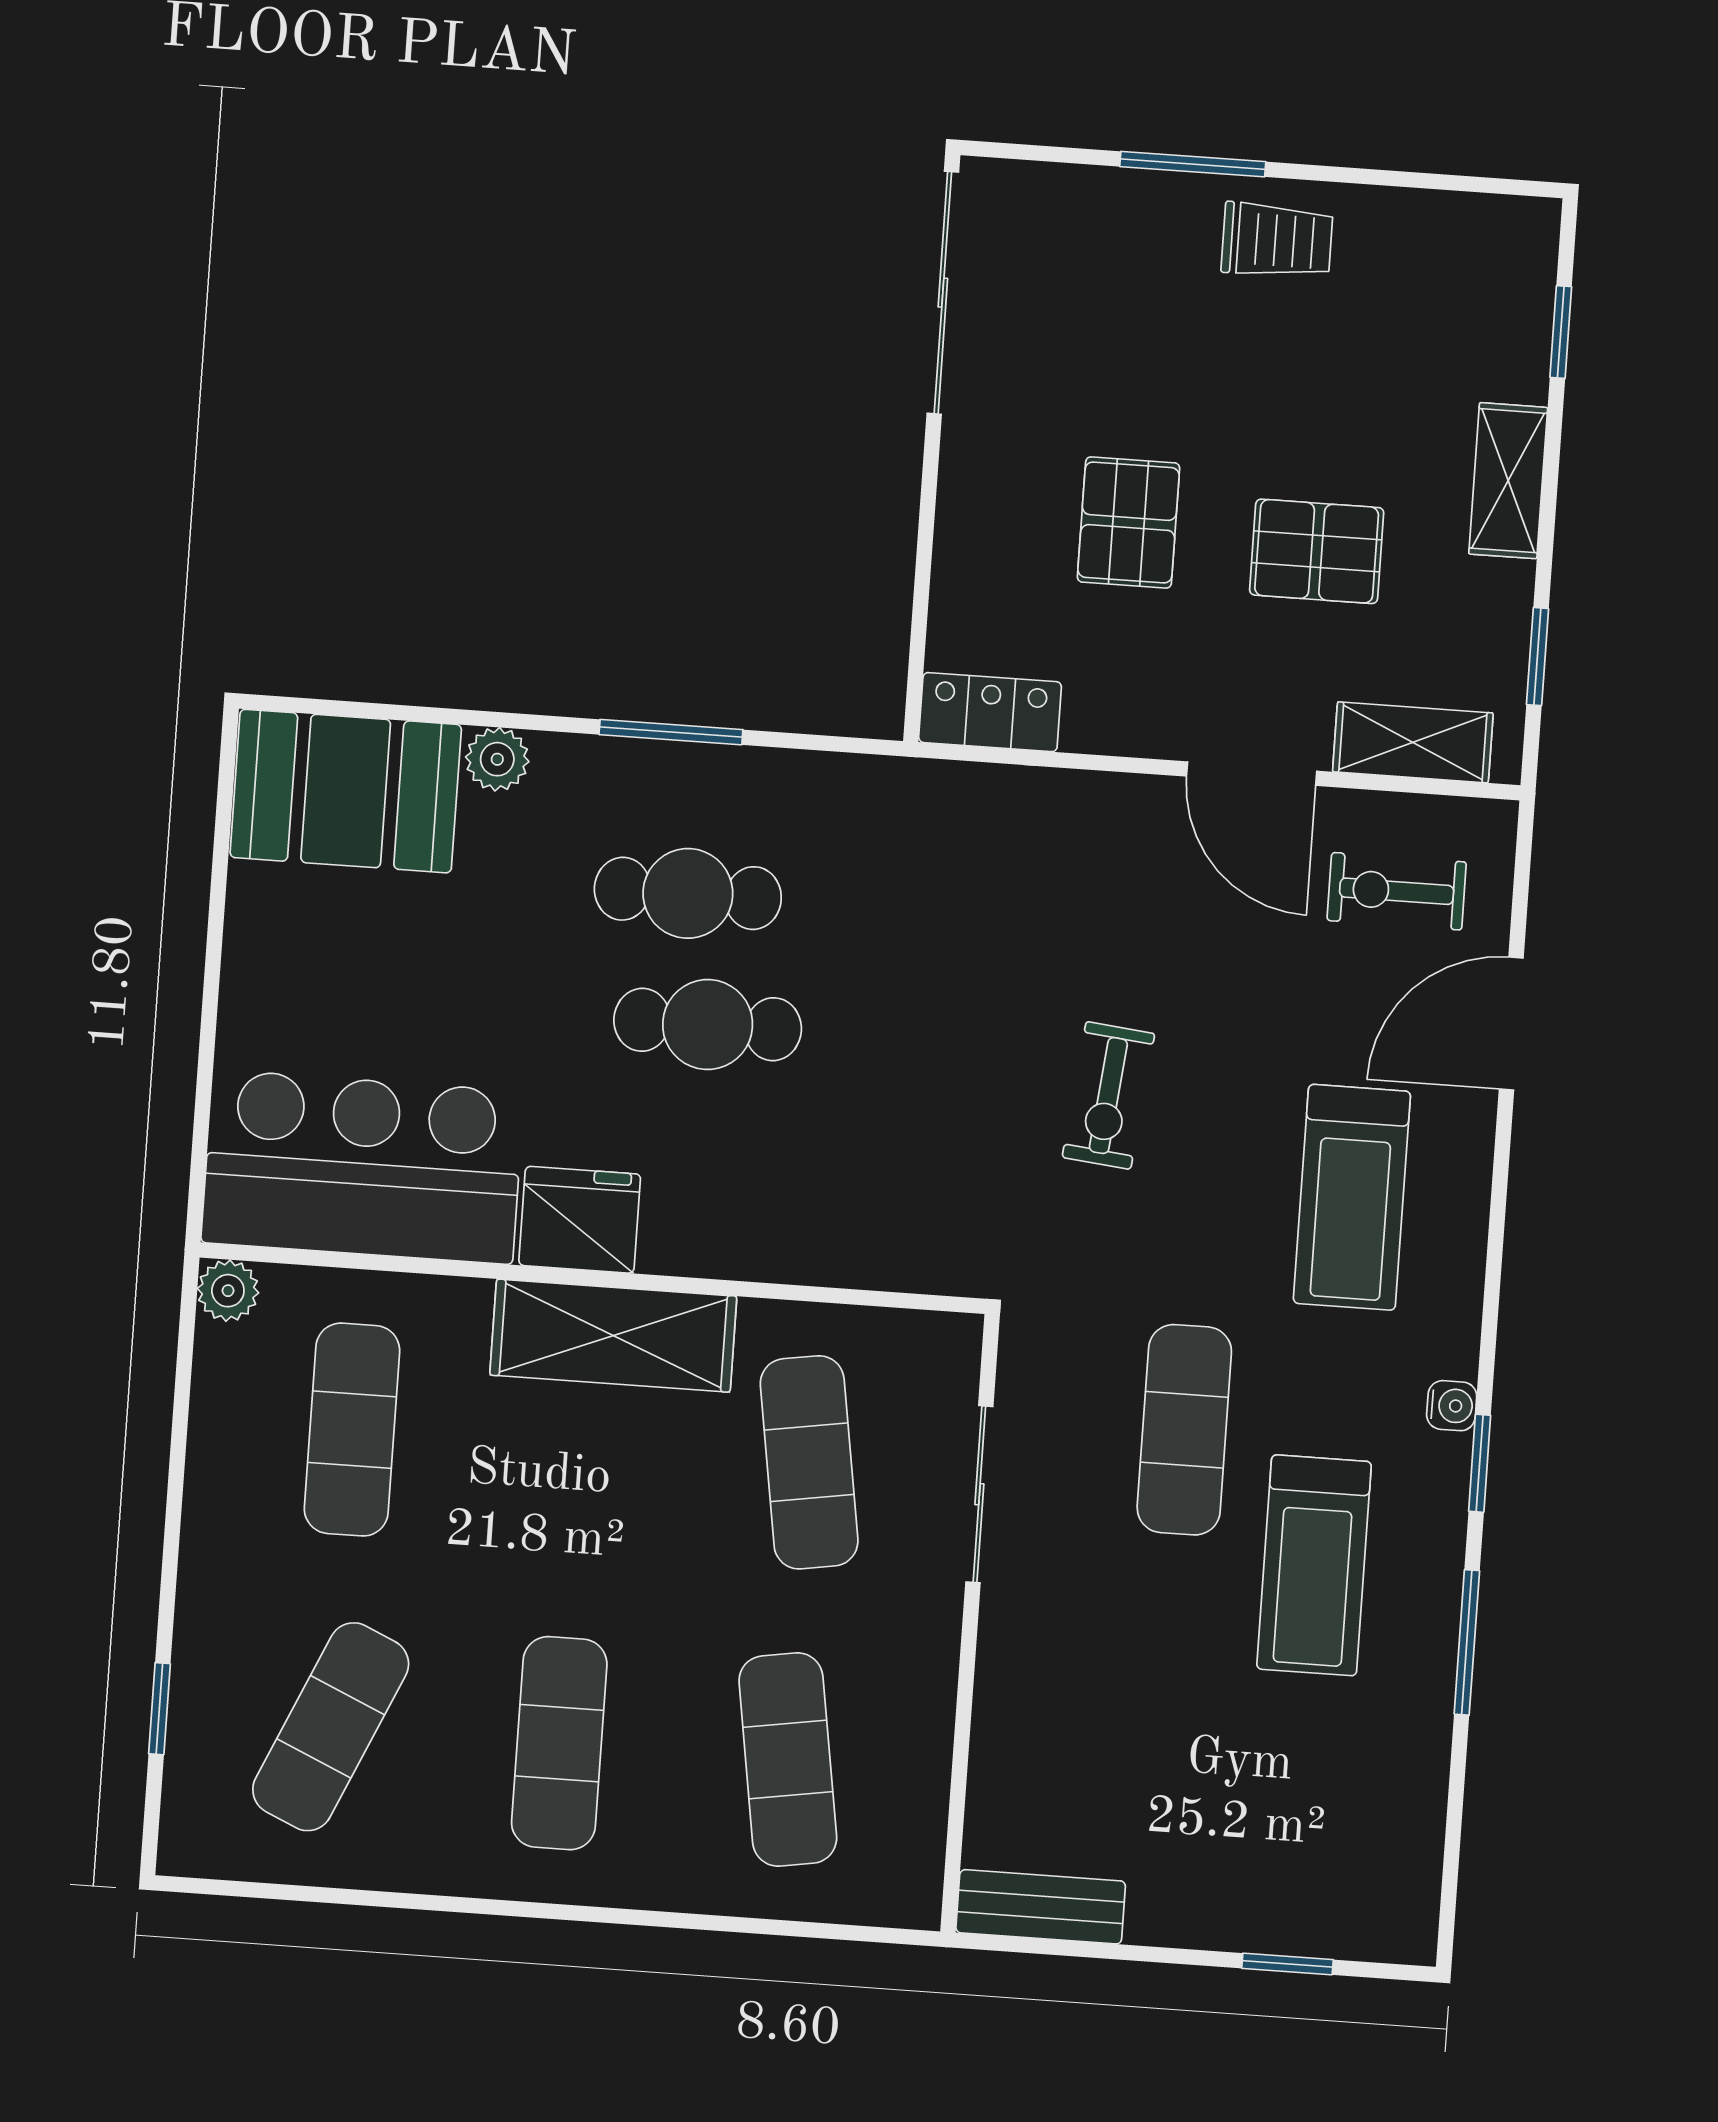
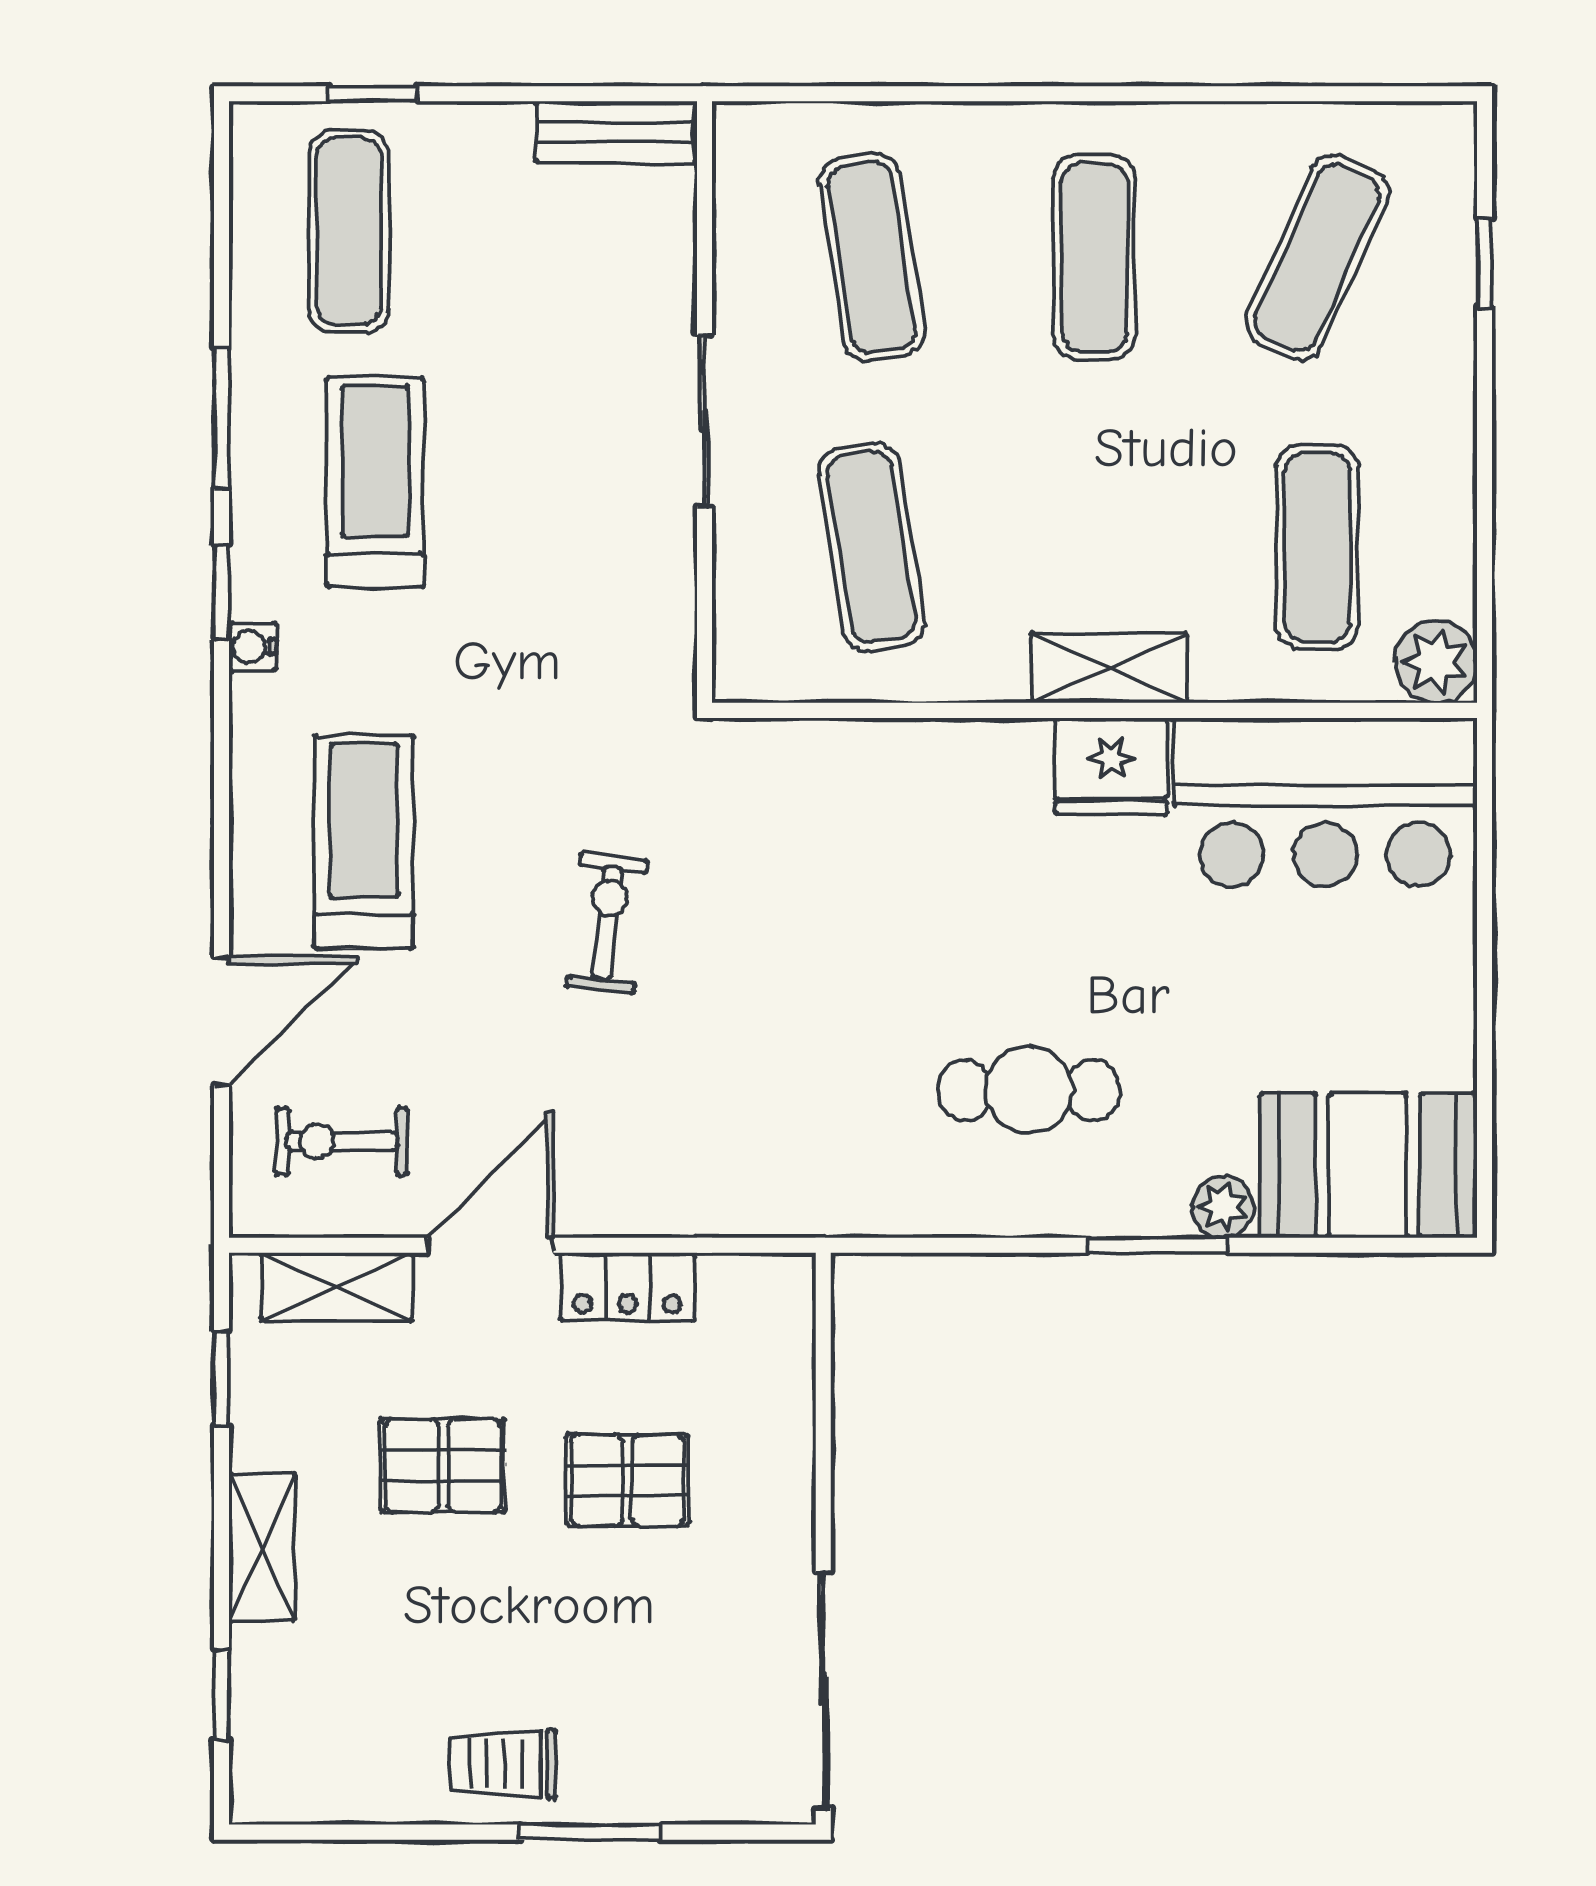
pallet: (1129, 522) -> (627, 1480), turned 90
locker: (990, 712) -> (628, 1287), moved
window: (671, 732) -> (1158, 1245), moved
door: (1252, 774) -> (491, 1245), hinge flipped
exercise bike: (1397, 891) -> (342, 1141), turned 180
cafe table: (708, 1025) -> (1001, 964), removed
plant: (228, 1291) -> (1436, 662), width x1.38, depth x1.38
shelving: (613, 1336) -> (1109, 668), width x0.67, depth x0.75
exercise mat: (1184, 1430) -> (349, 231), moved
sliding door: (979, 1494) -> (704, 421), moved

